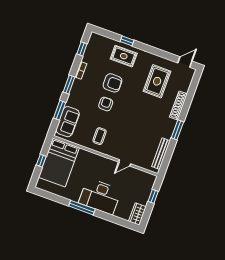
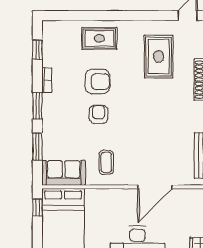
window: (127, 41) -> (96, 16), removed
sofa: (68, 122) -> (64, 173), moved, turned -90
window: (41, 161) -> (37, 207), moved
door: (125, 163) -> (155, 187), width x1.87

